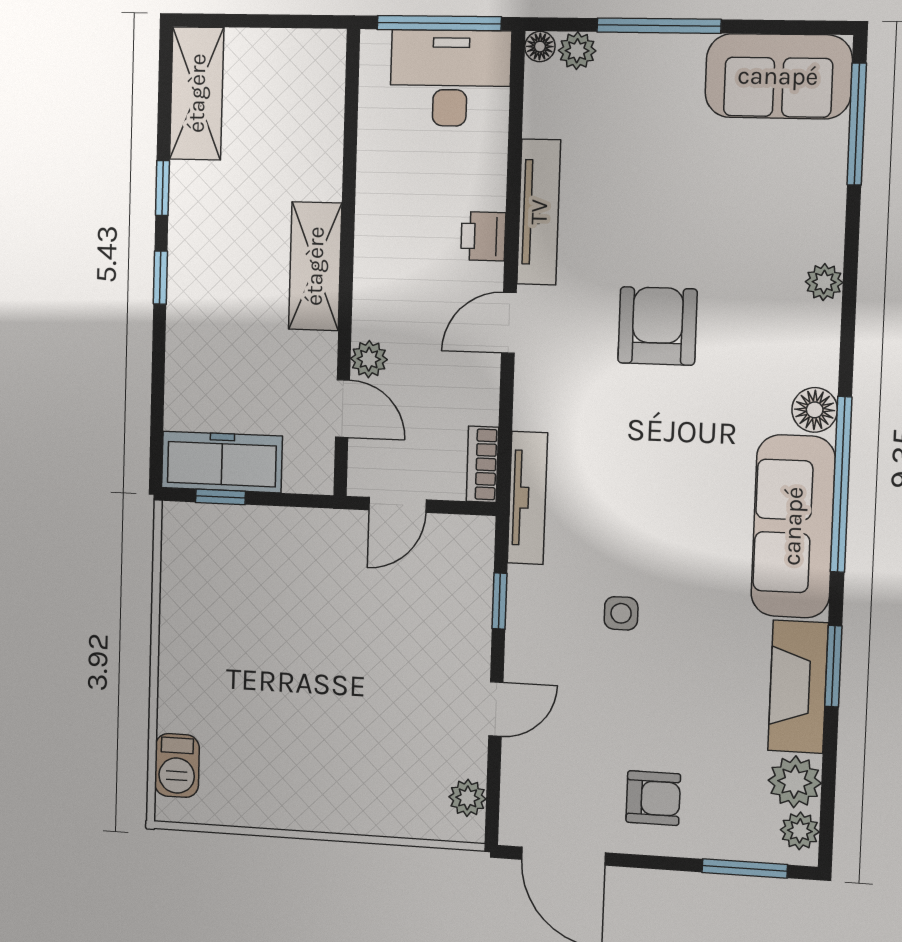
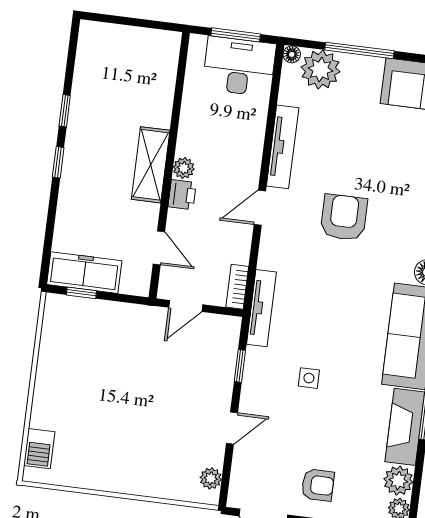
window: (439, 23) -> (236, 35), width x0.69
plant: (577, 51) -> (321, 69), width x1.87, depth x1.87
shelving: (197, 93) -> (90, 59), removed
printer: (483, 236) -> (182, 195), moved, turned 180
plant: (369, 359) -> (184, 168), moved

